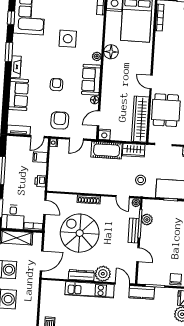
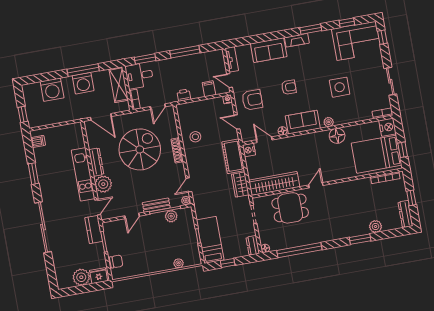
stool: (141, 180) -> (195, 137), moved

